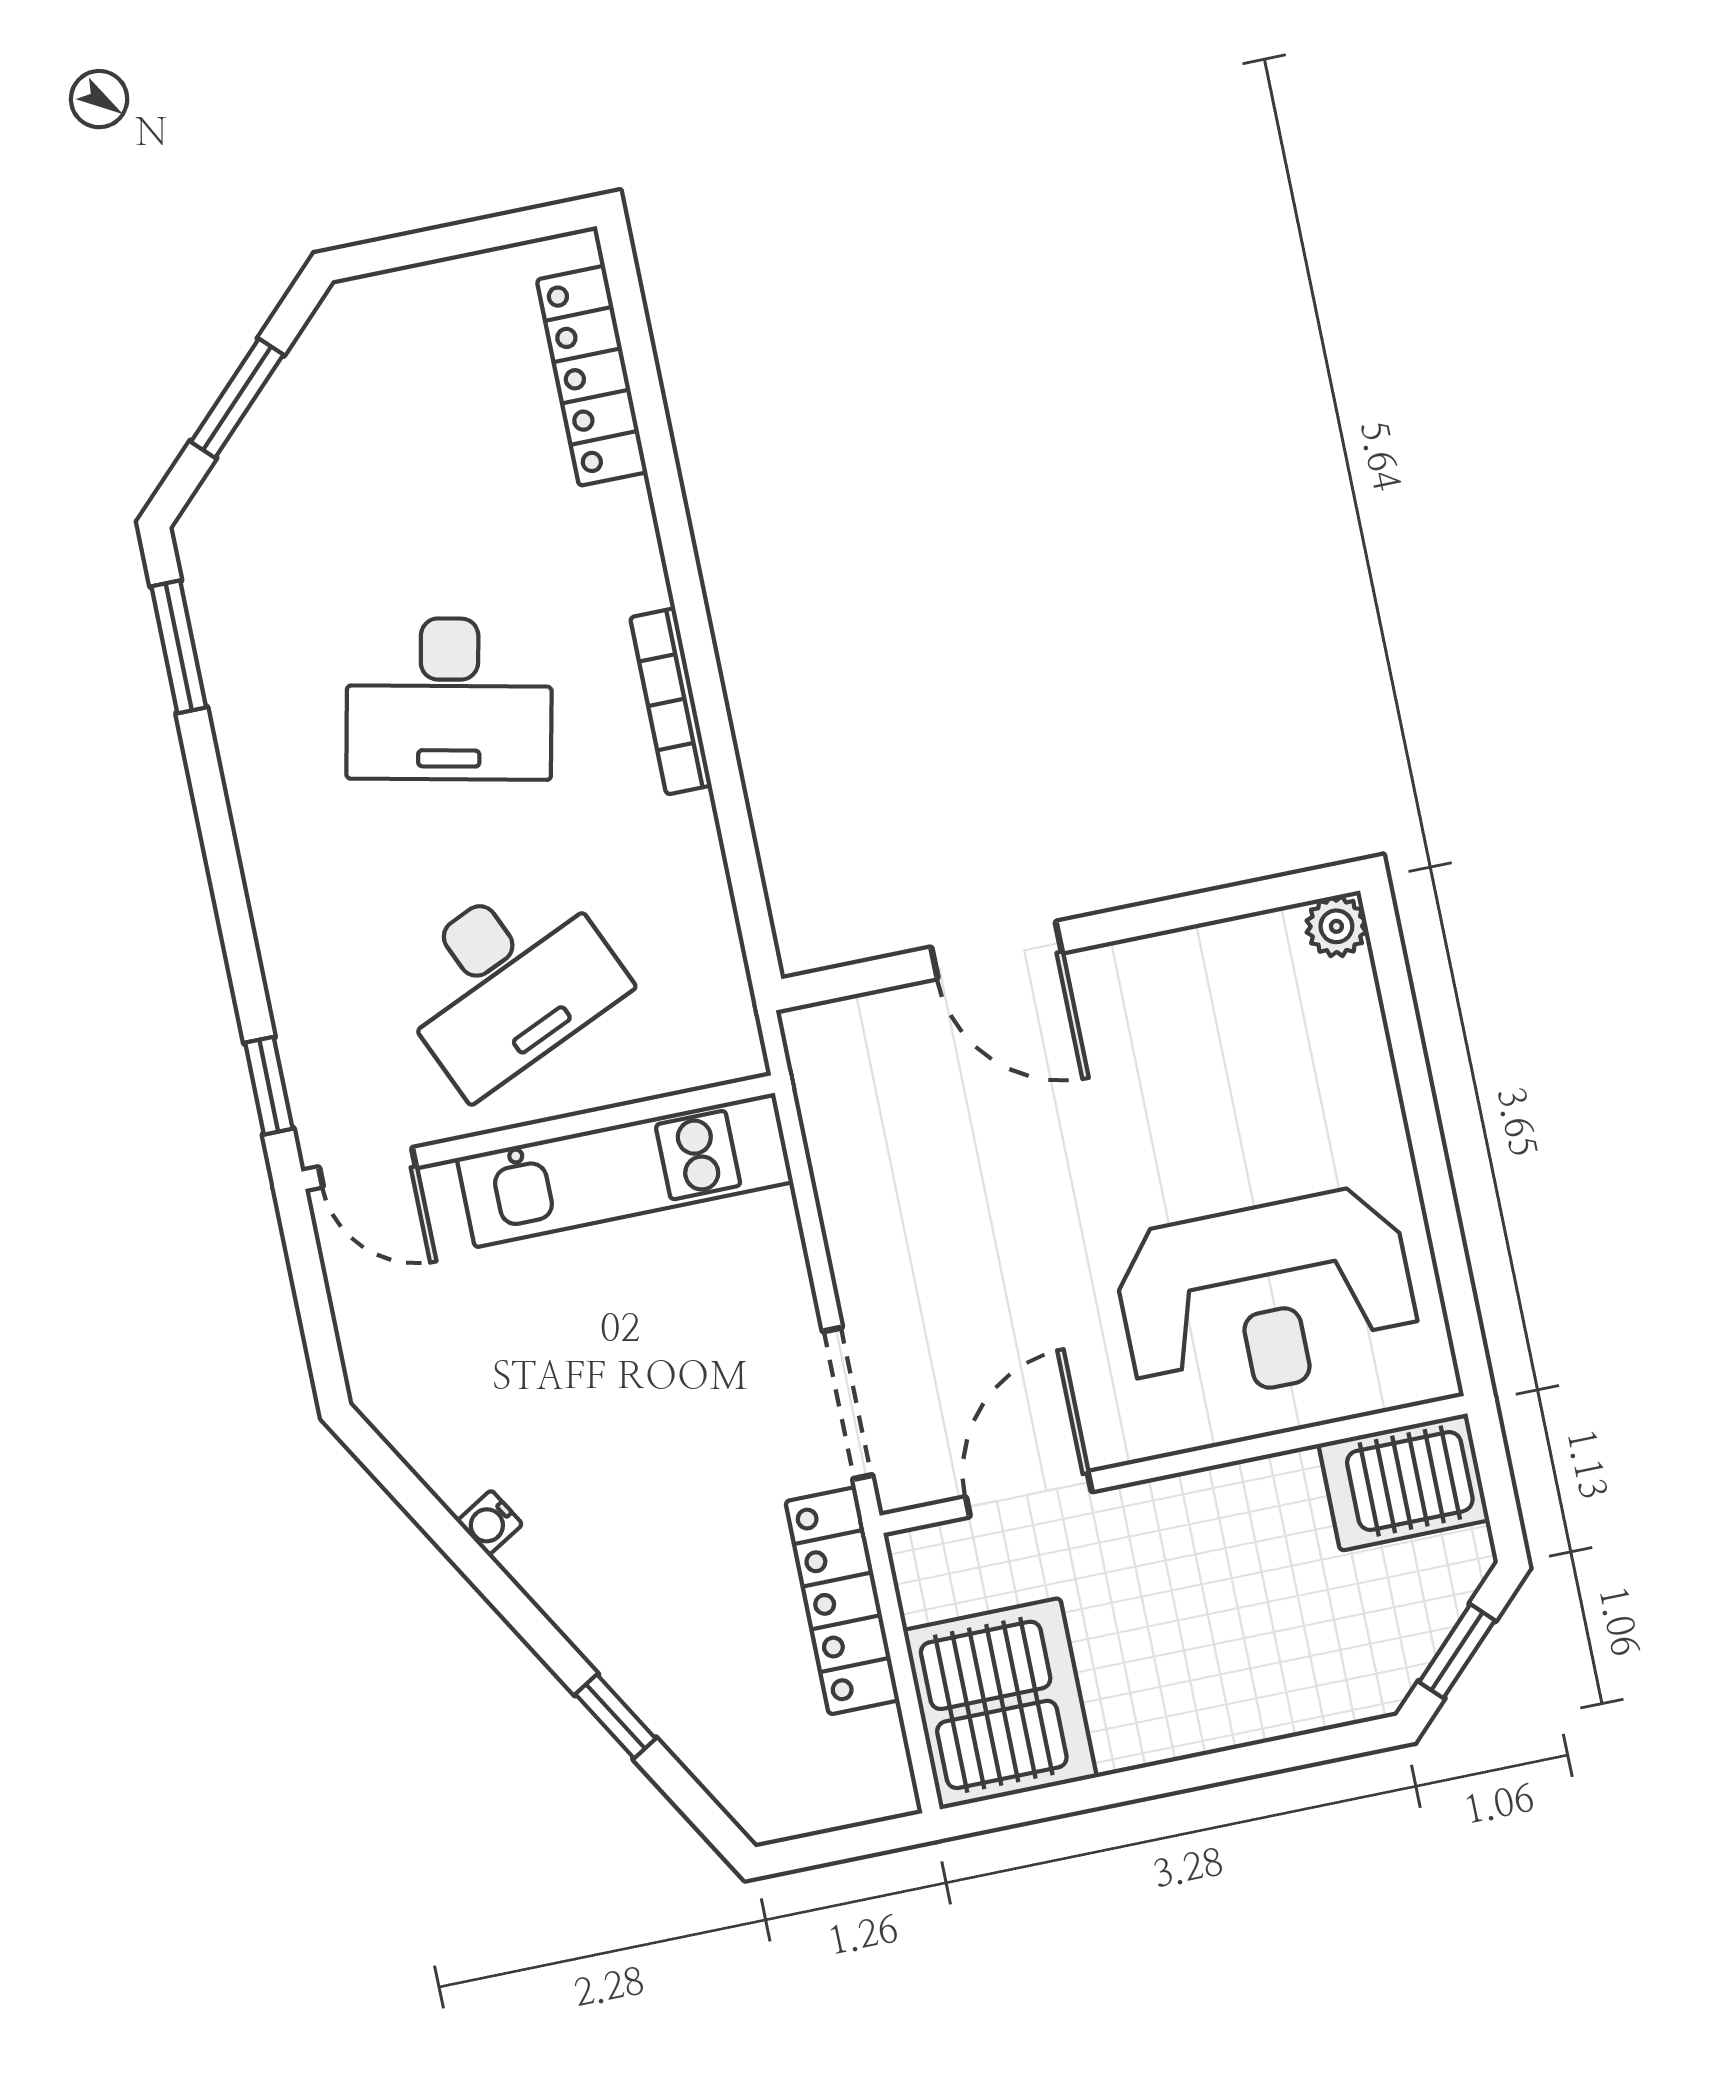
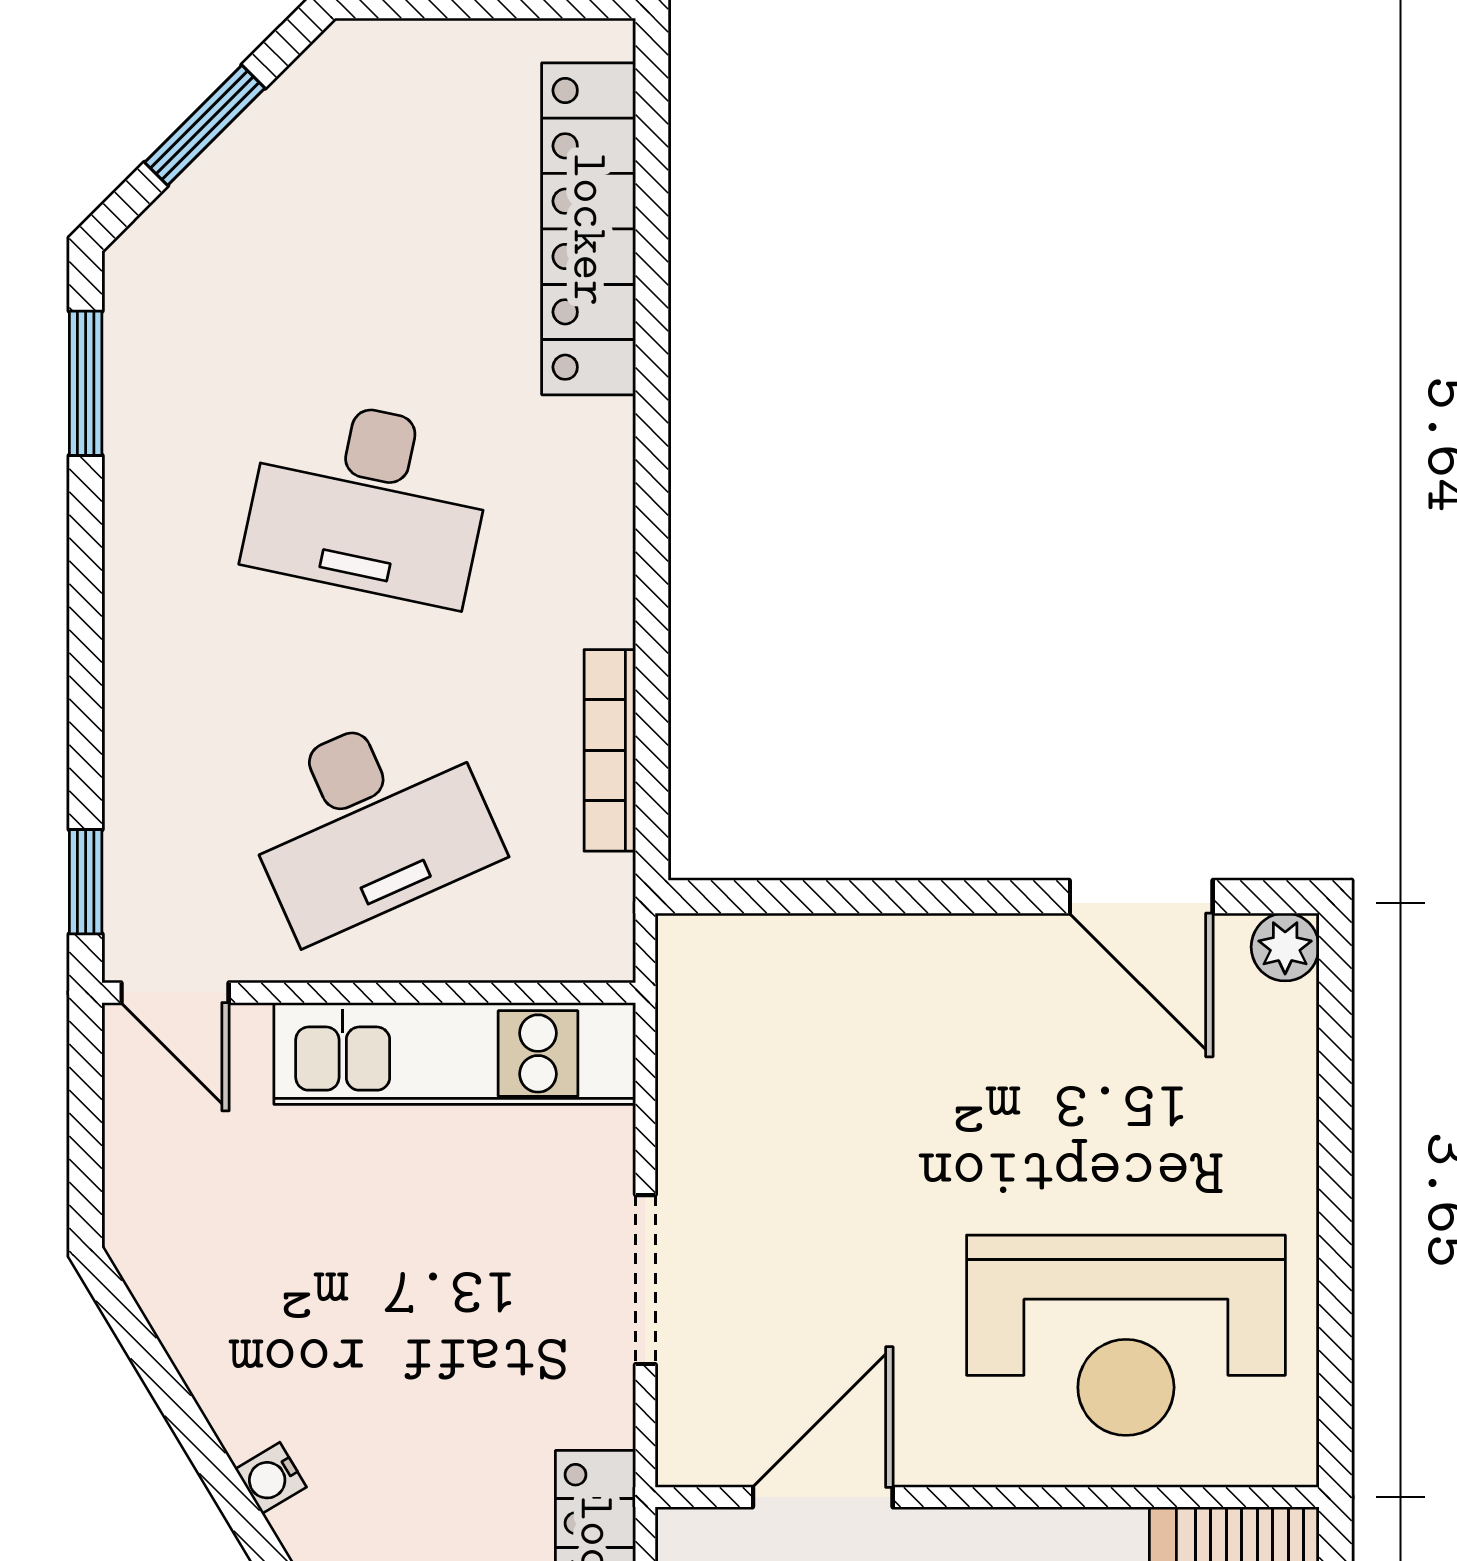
locker: (592, 376) -> (589, 229), width x1.41, depth x1.21
bookcase: (671, 701) -> (610, 750), moved
door: (997, 950) -> (1141, 897), moved
doorway: (848, 1403) -> (645, 1280), moved
water cooler: (490, 1523) -> (271, 1478), moved

